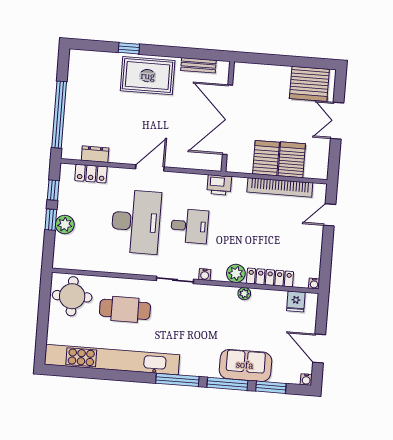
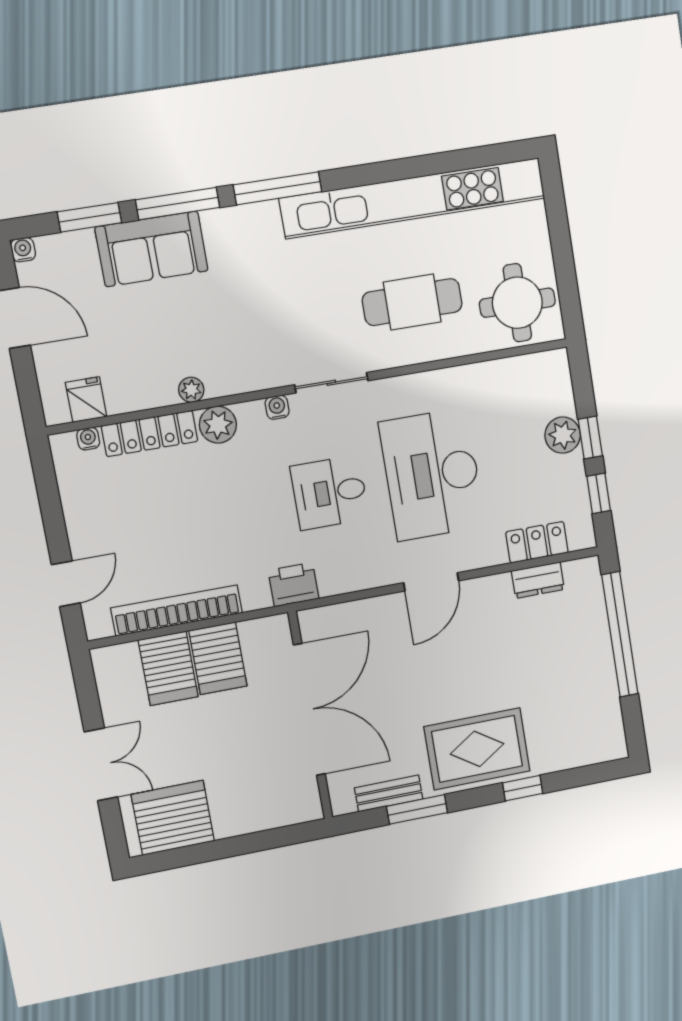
window: (186, 53) -> (417, 809), added
water cooler: (314, 284) -> (88, 439), moved

